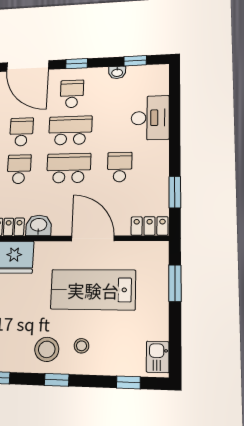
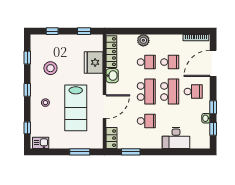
window: (77, 64) -> (213, 107), moved
lab bench: (93, 290) -> (76, 108), turned 180
stool: (47, 349) -> (50, 68), moved

